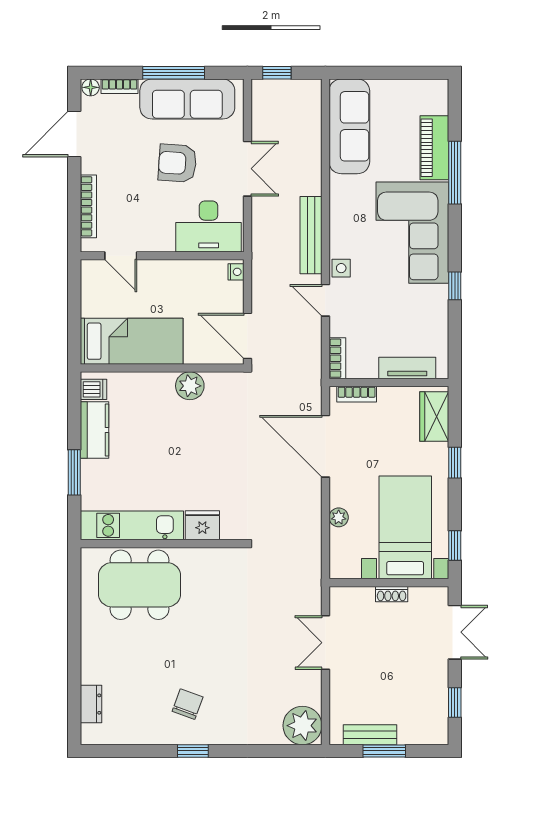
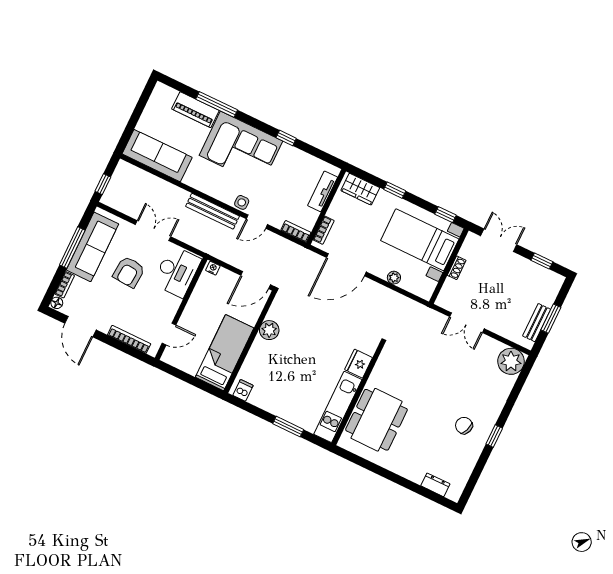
kitchen counter: (95, 430) -> (268, 402), removed

